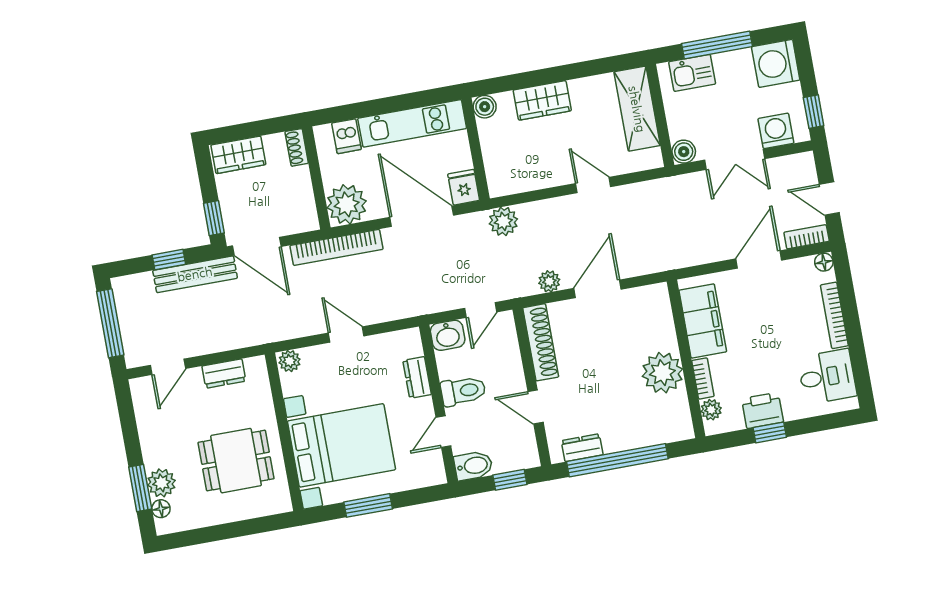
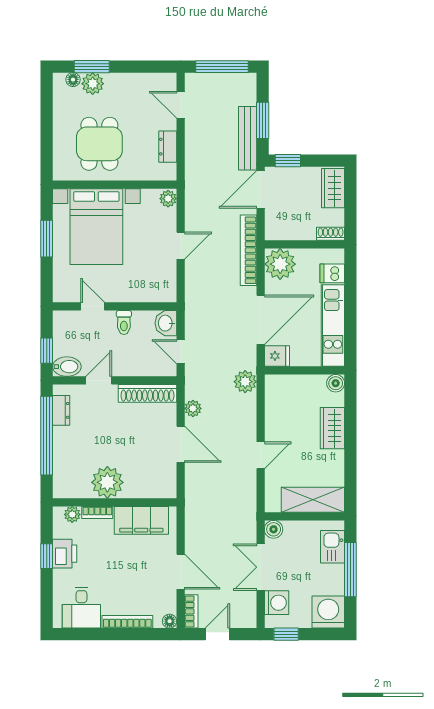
window: (169, 260) -> (263, 120), width x1.50
dresser: (417, 377) -> (138, 294), removed
toilet: (463, 391) -> (124, 323), width x0.73, depth x0.72
bidet: (473, 466) -> (67, 367), moved, turned -90

